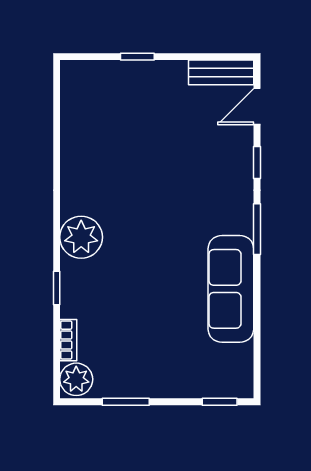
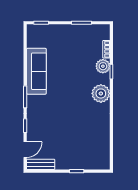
plant: (76, 379) -> (103, 66), moved

